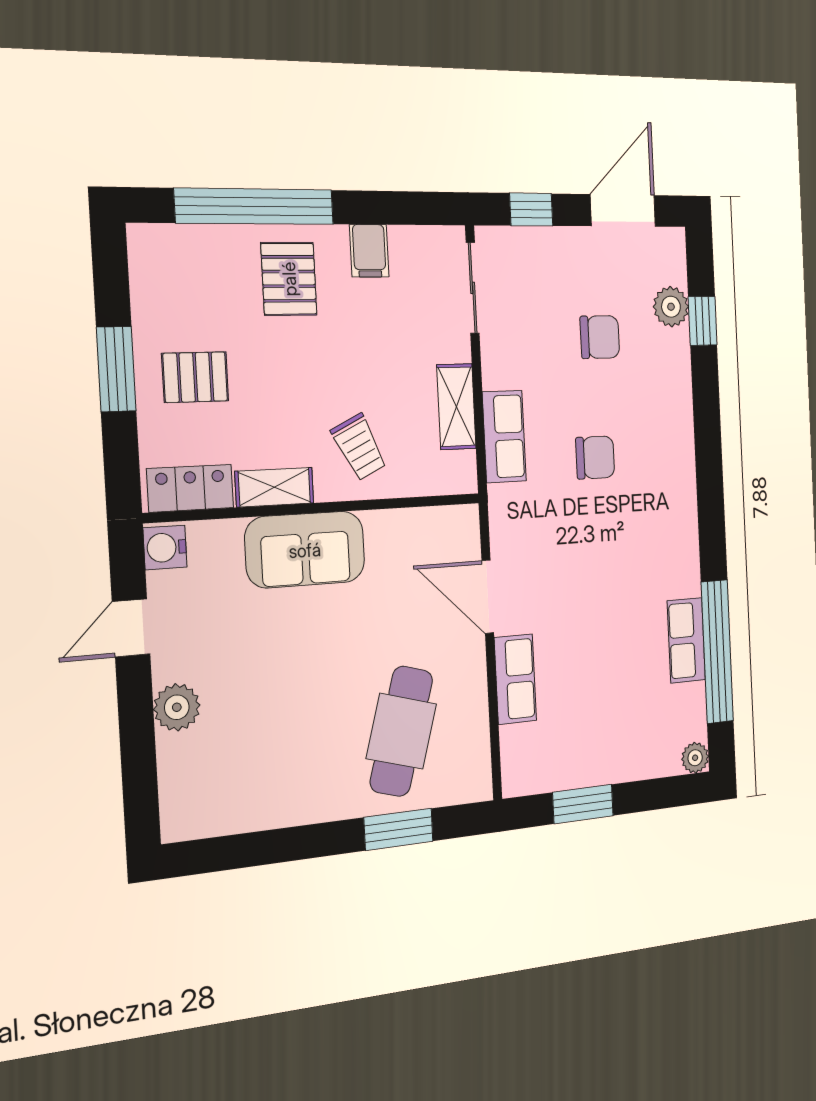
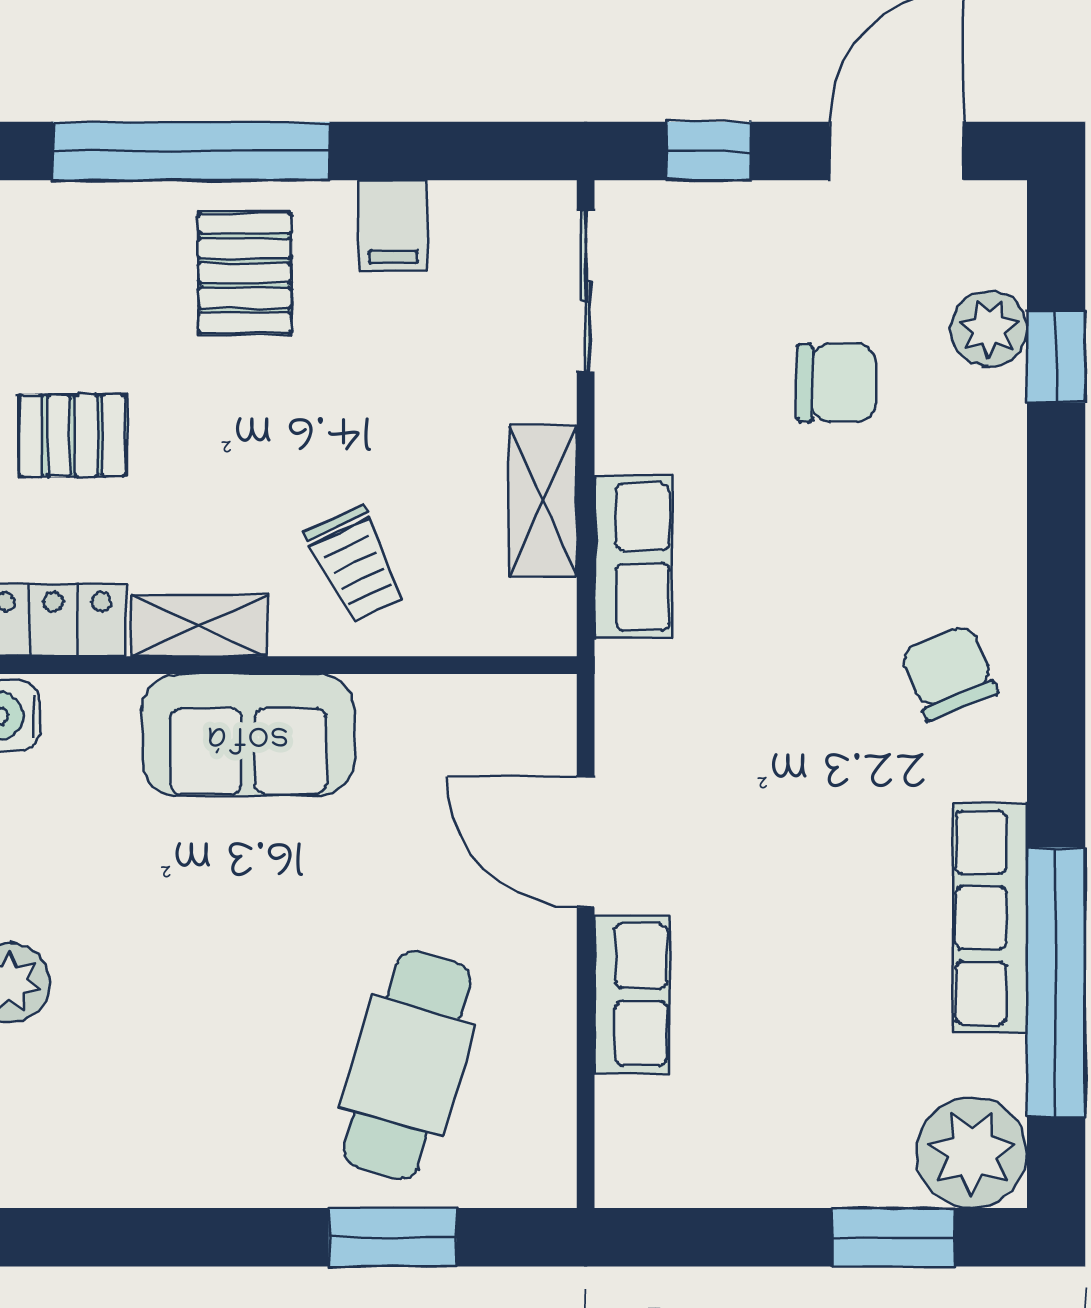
chair: (595, 457) -> (949, 672), moved, turned -112
row of seats: (686, 640) -> (990, 918), width x1.48
plant: (695, 758) -> (972, 1153), width x1.87, depth x1.87
window: (583, 804) -> (893, 1237), moved

